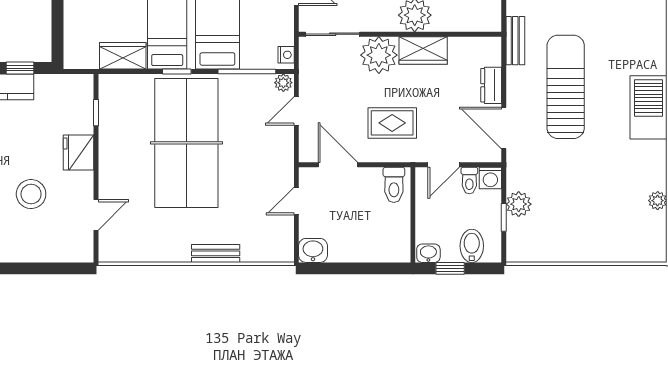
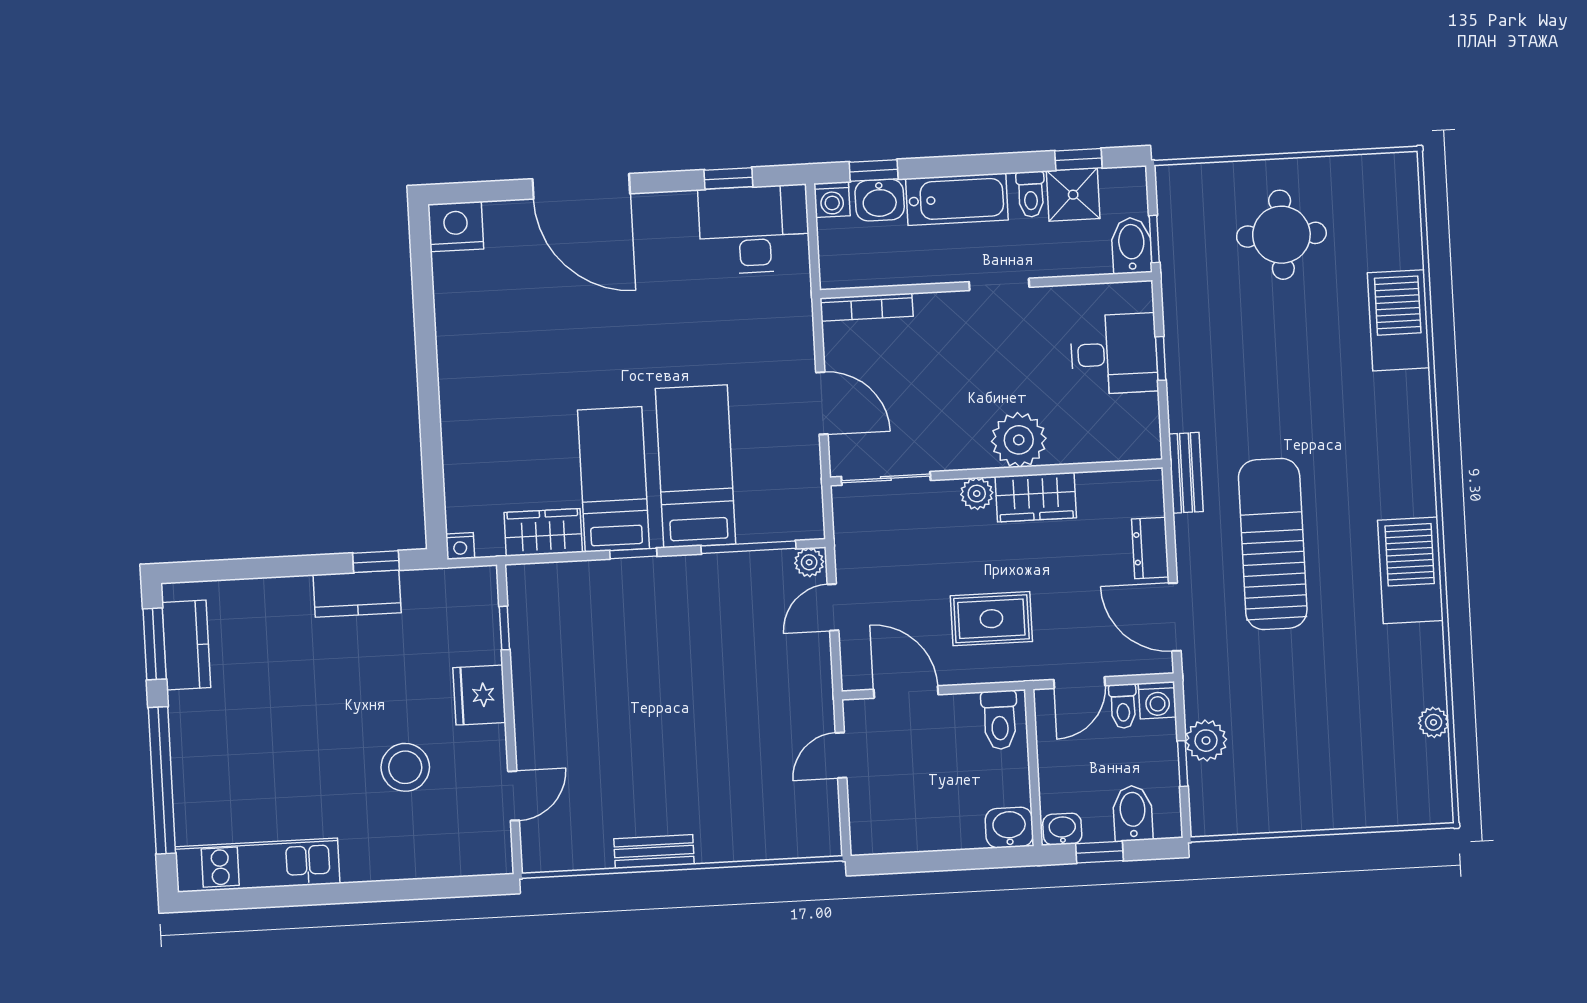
nightstand: (286, 55) -> (460, 546), moved, turned 90
plant: (379, 55) -> (977, 494), width x0.53, depth x0.53
table tennis table: (186, 143) -> (656, 670), removed
washbasin: (313, 250) -> (1009, 827), moved
bench: (216, 253) -> (654, 852), moved

